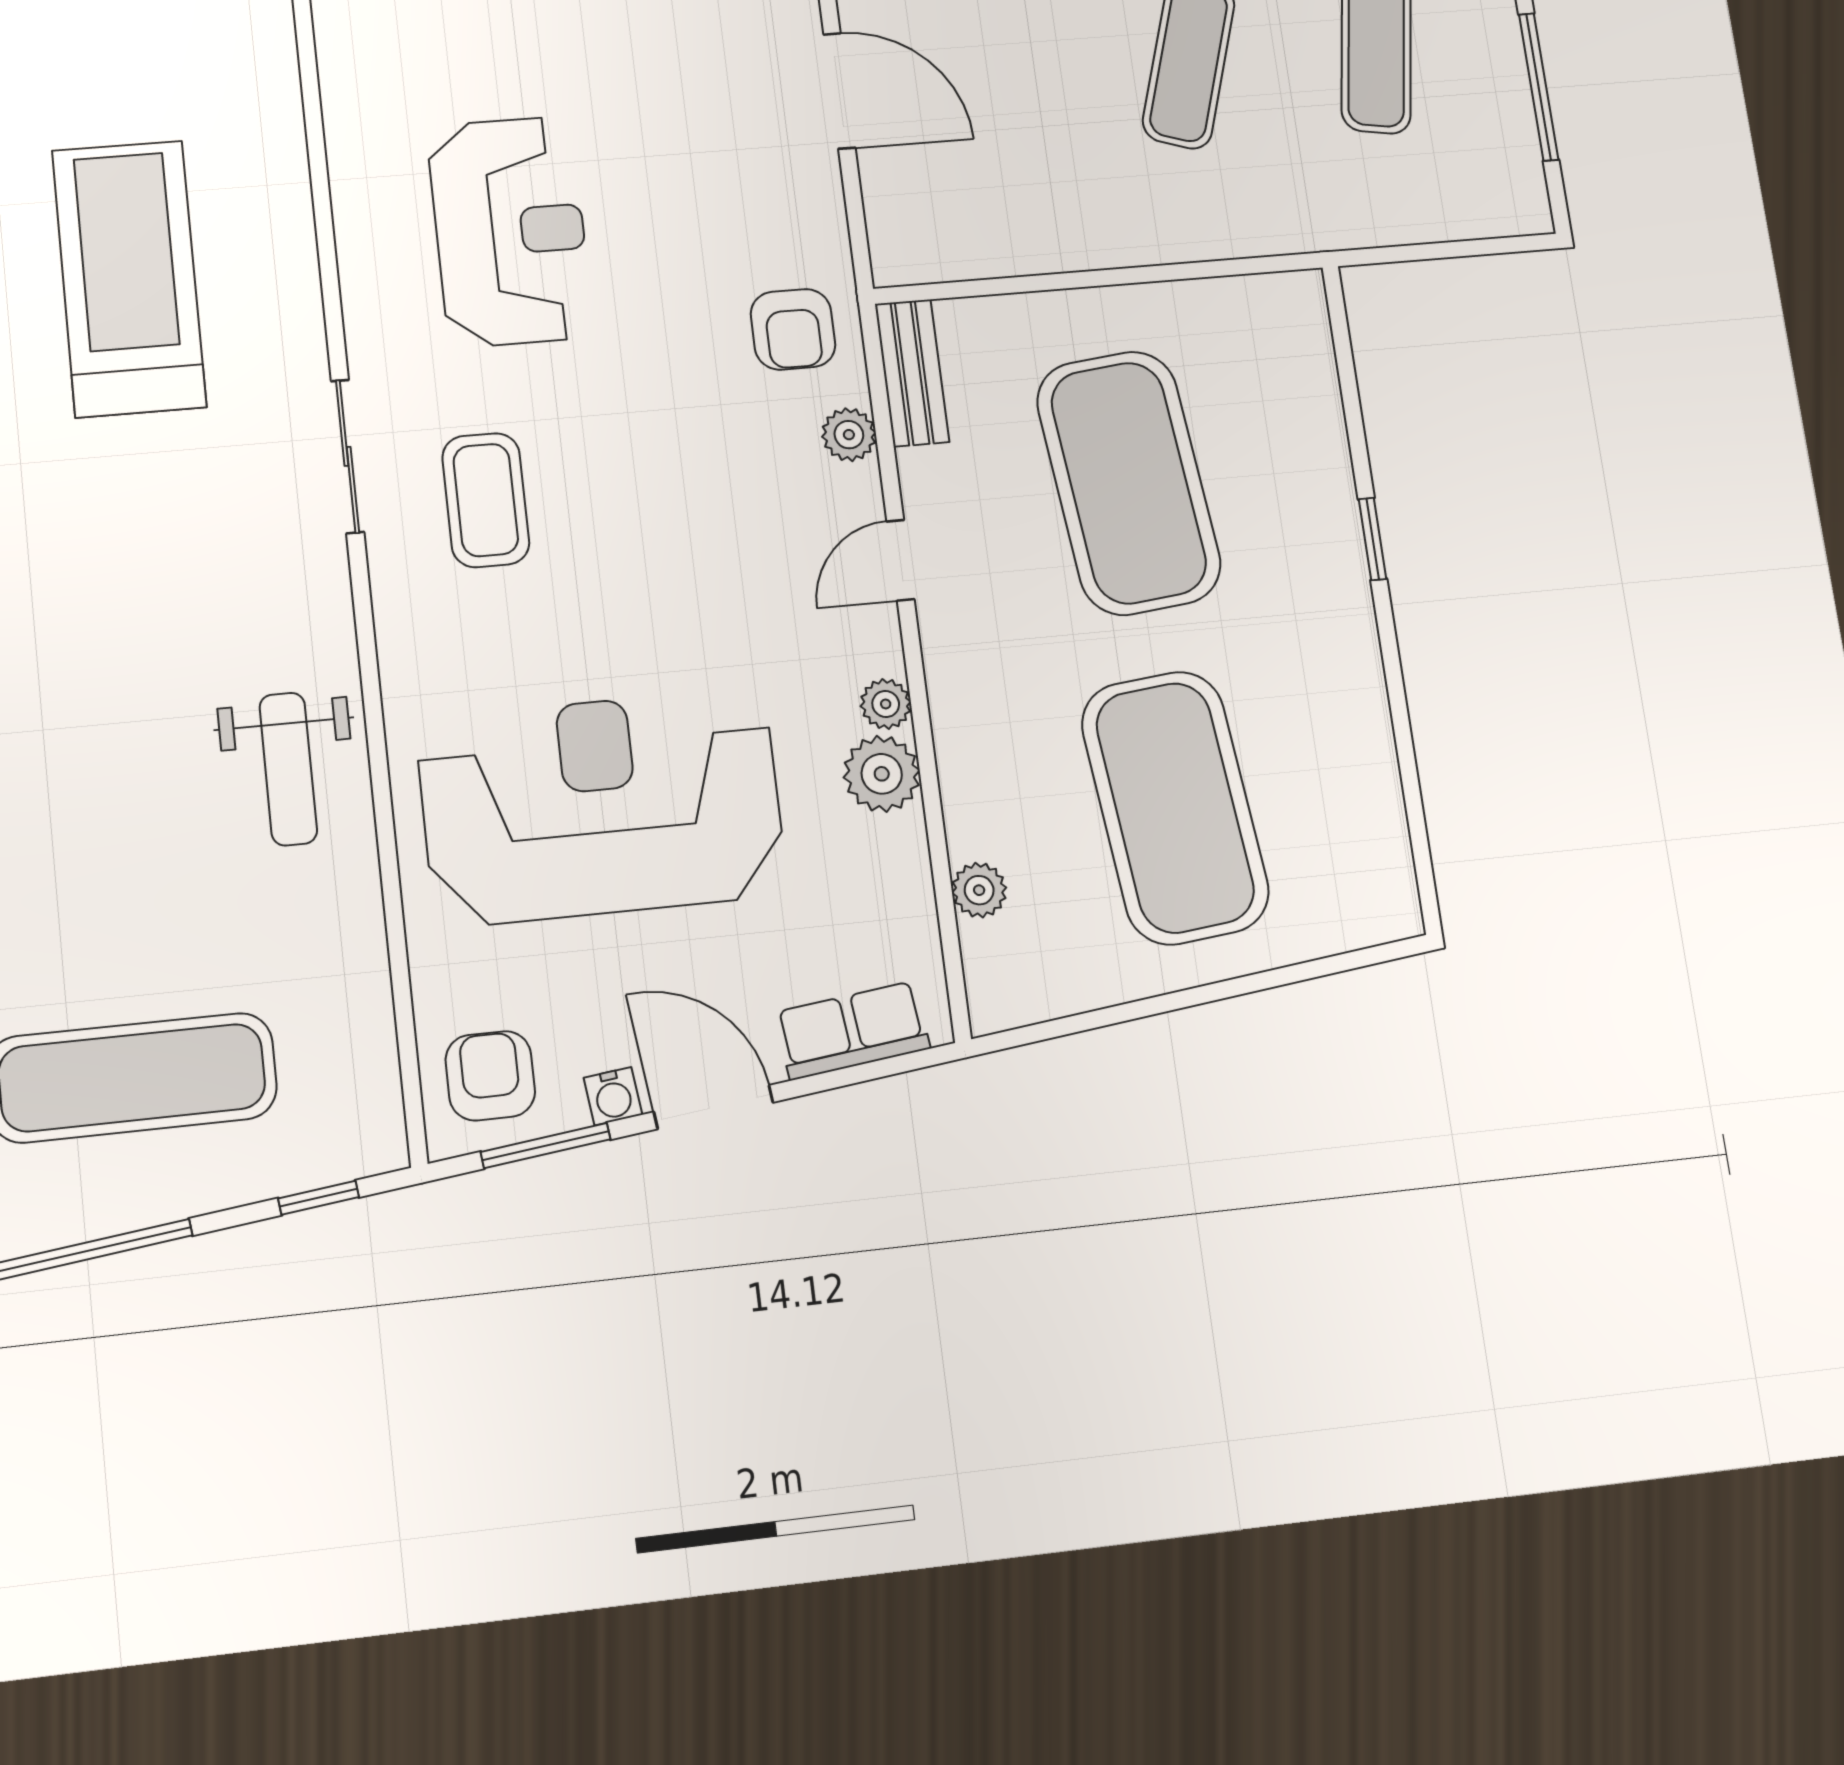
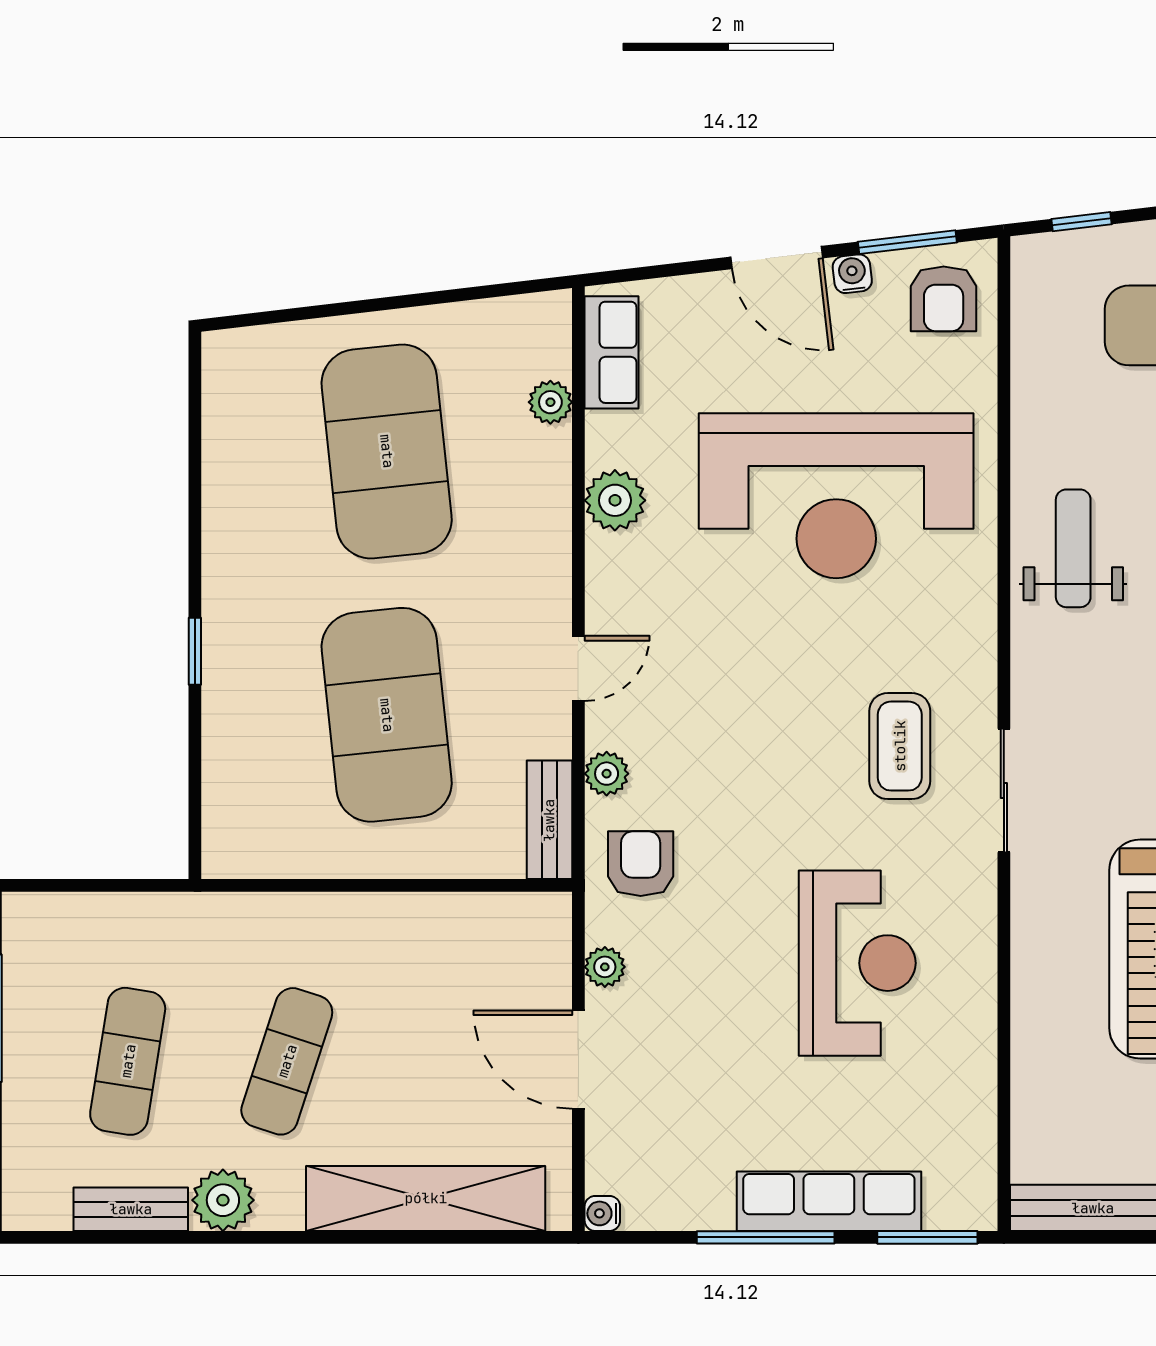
reception desk: (510, 231) -> (857, 963), turned 180
plant: (886, 704) -> (605, 967), moved
row of seats: (852, 1030) -> (612, 352), moved, turned -83

